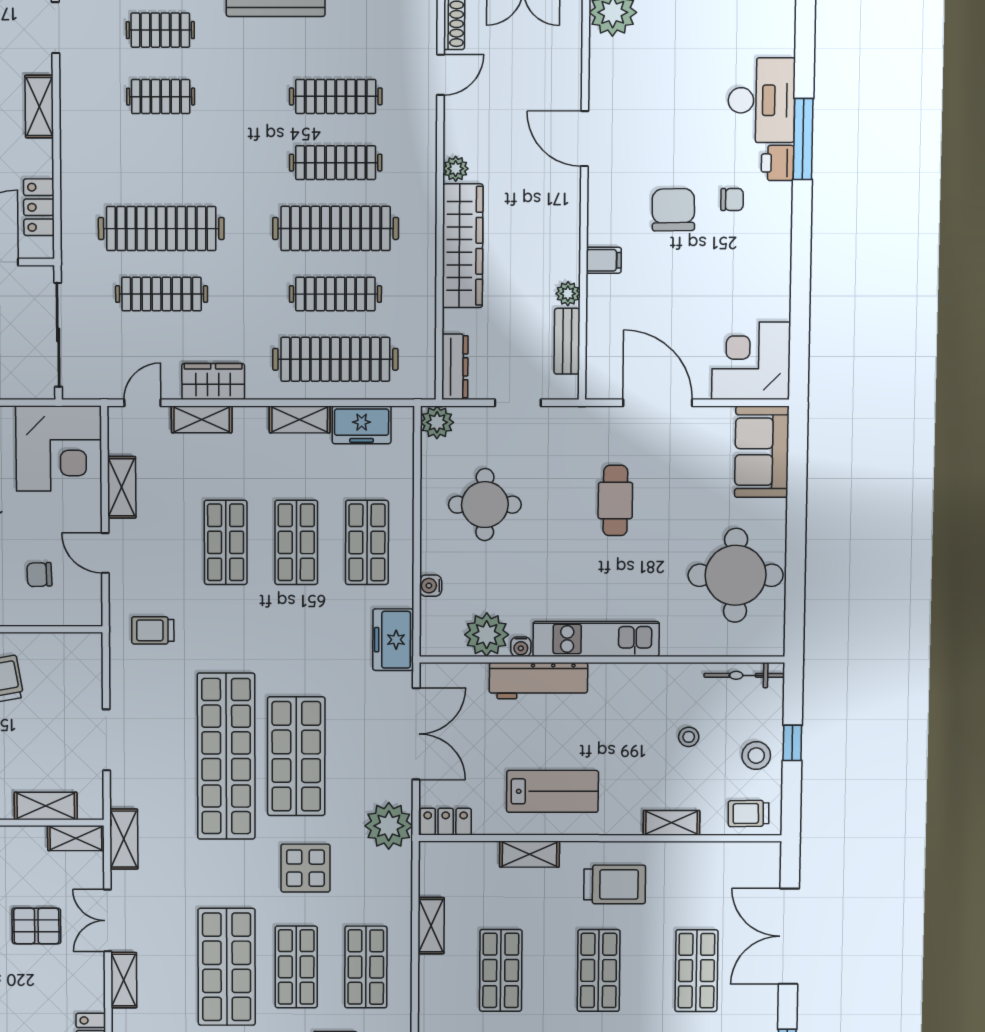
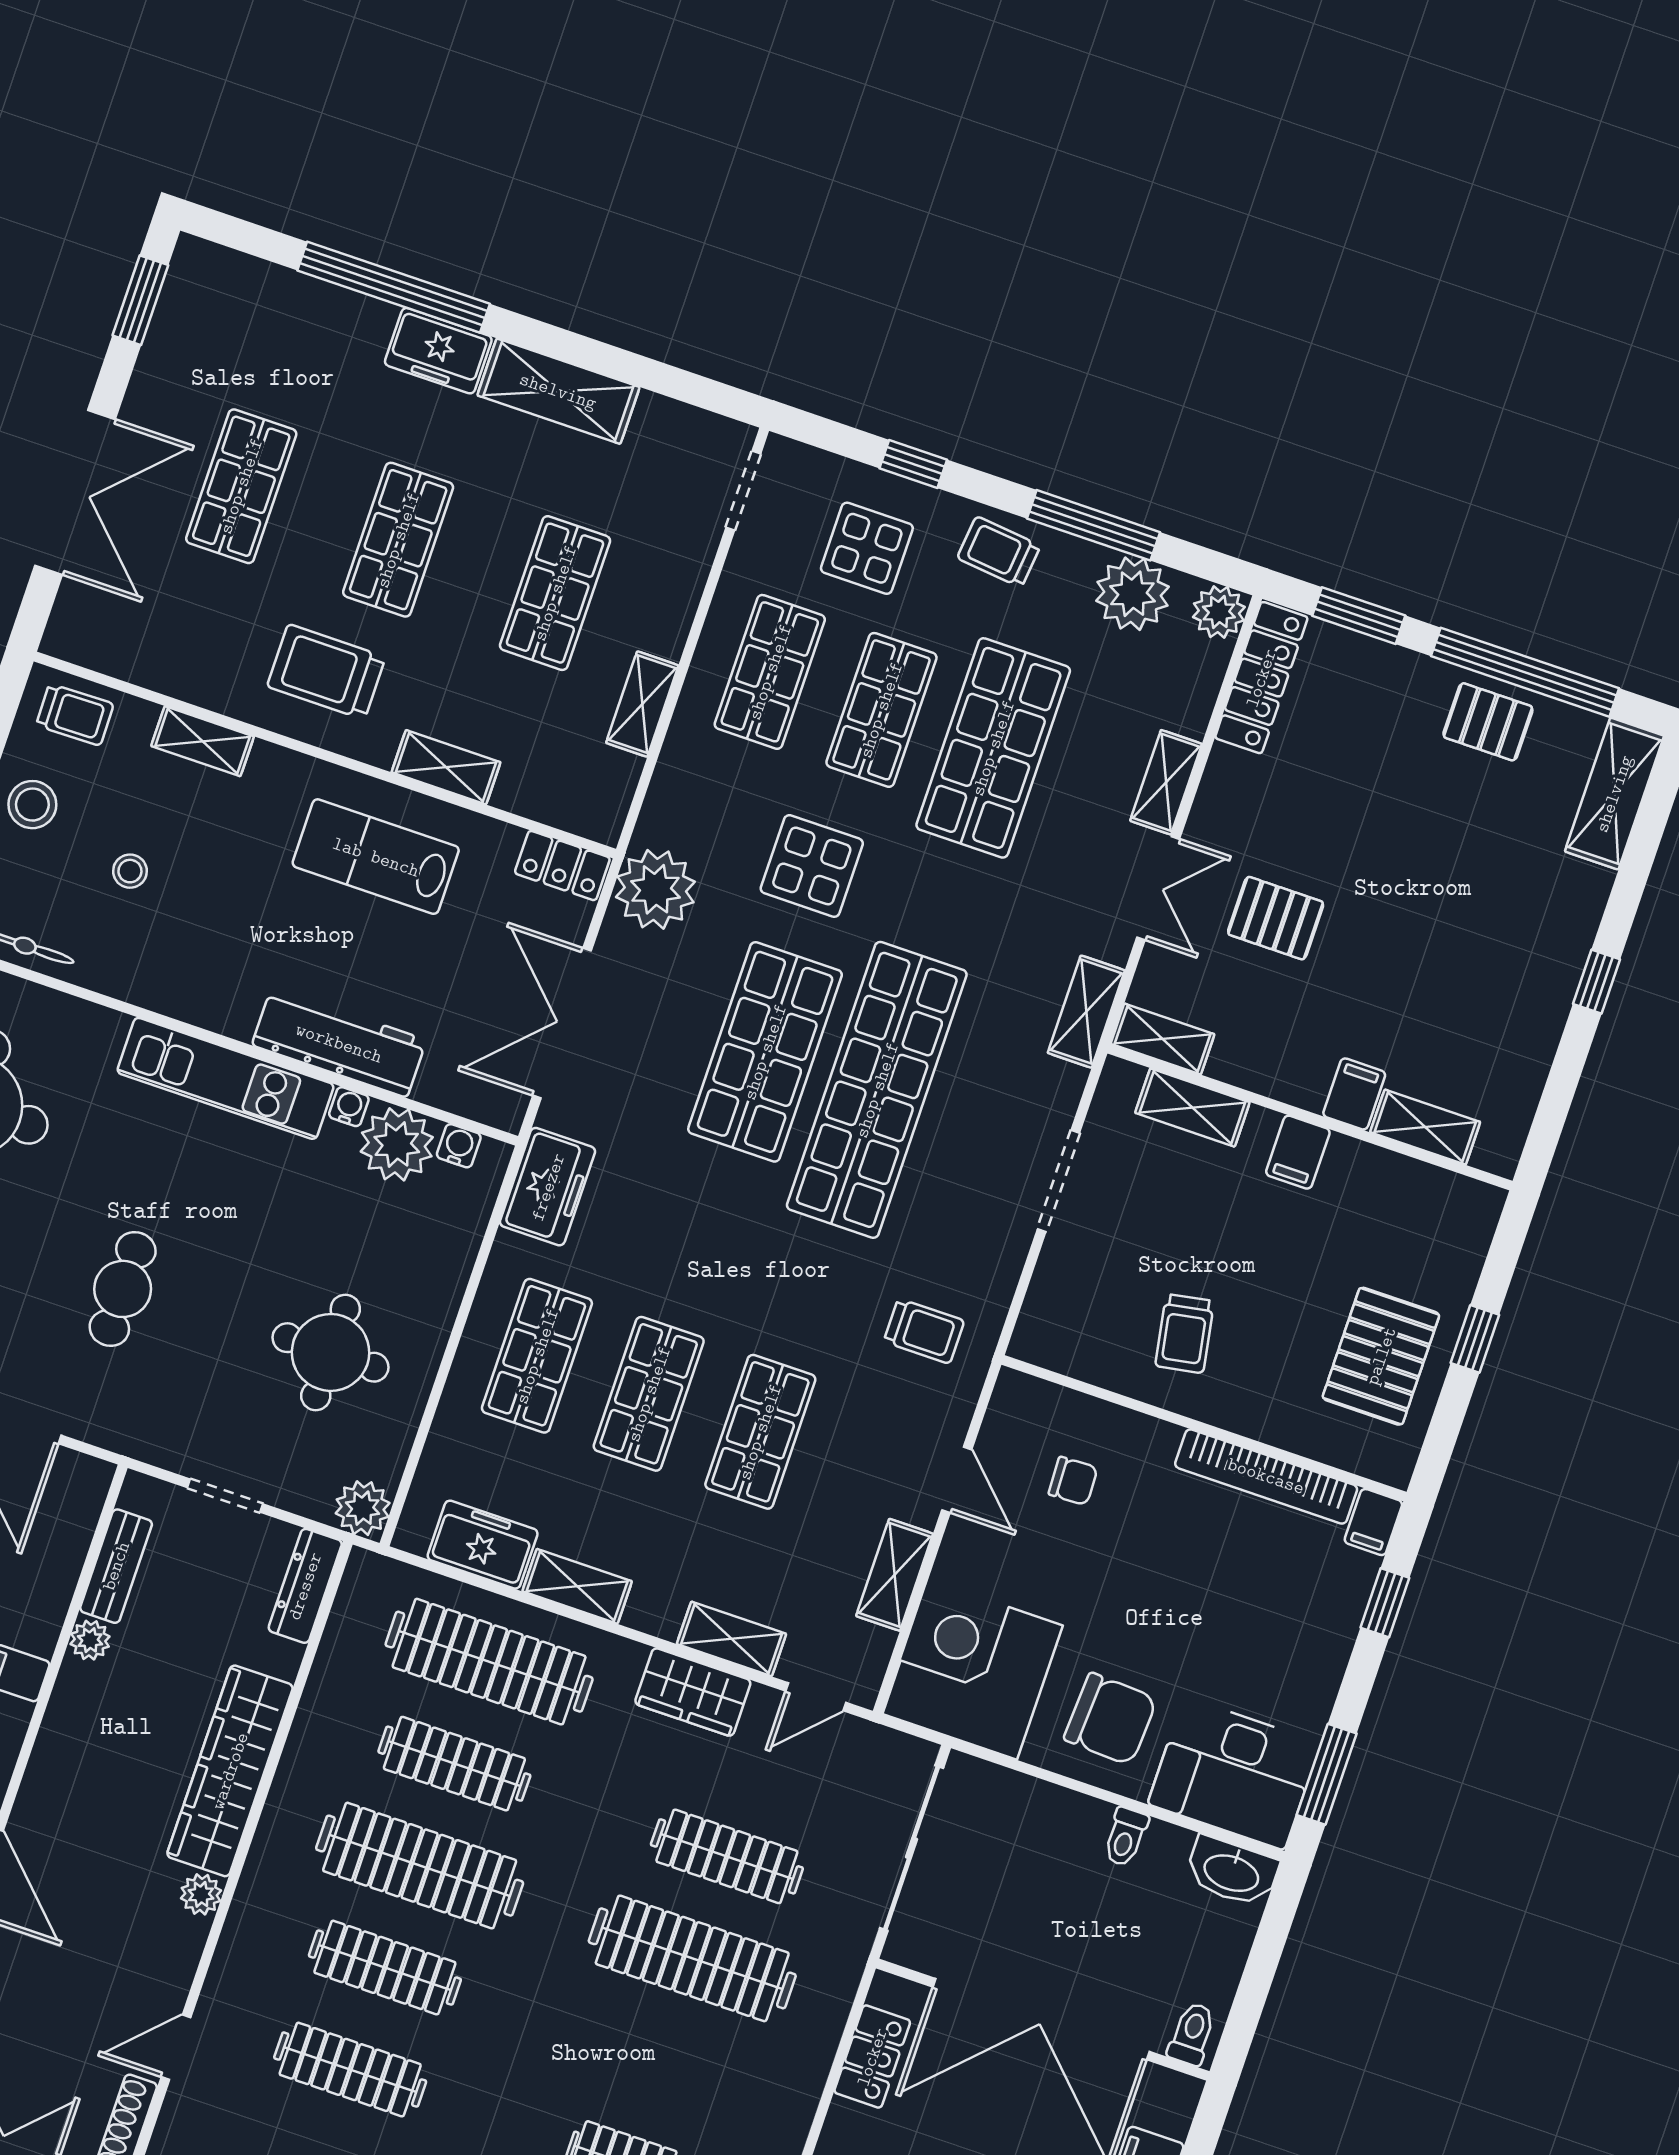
water cooler: (431, 586) -> (459, 1146), moved, turned -90

